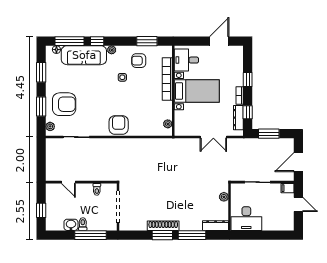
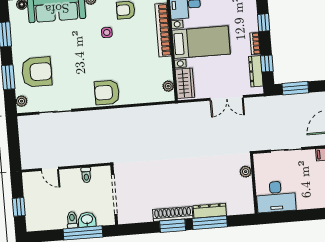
wardrobe: (181, 123) -> (185, 83), added
armchair: (119, 125) -> (107, 92), turned -90
washbasin: (71, 225) -> (87, 220), moved
dresser: (216, 226) -> (210, 211), moved

